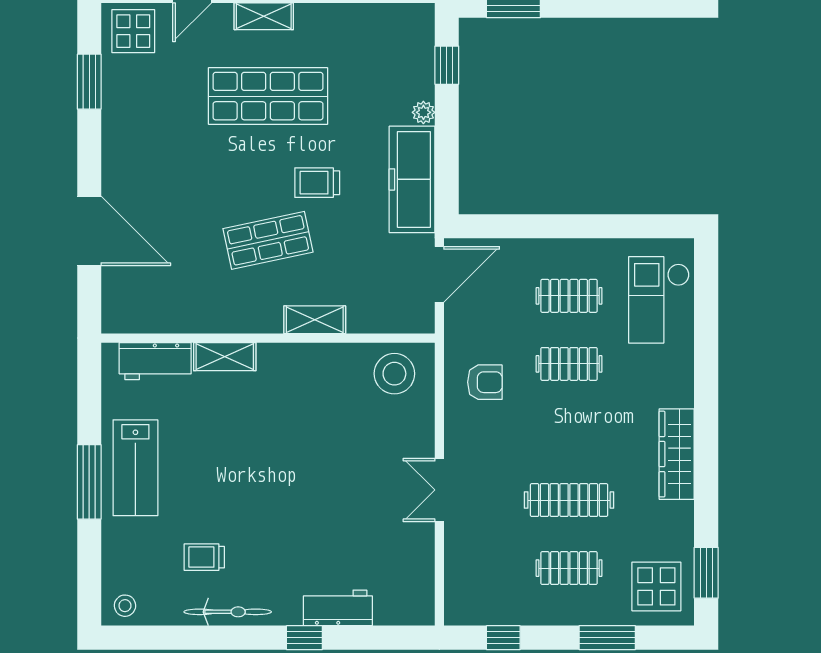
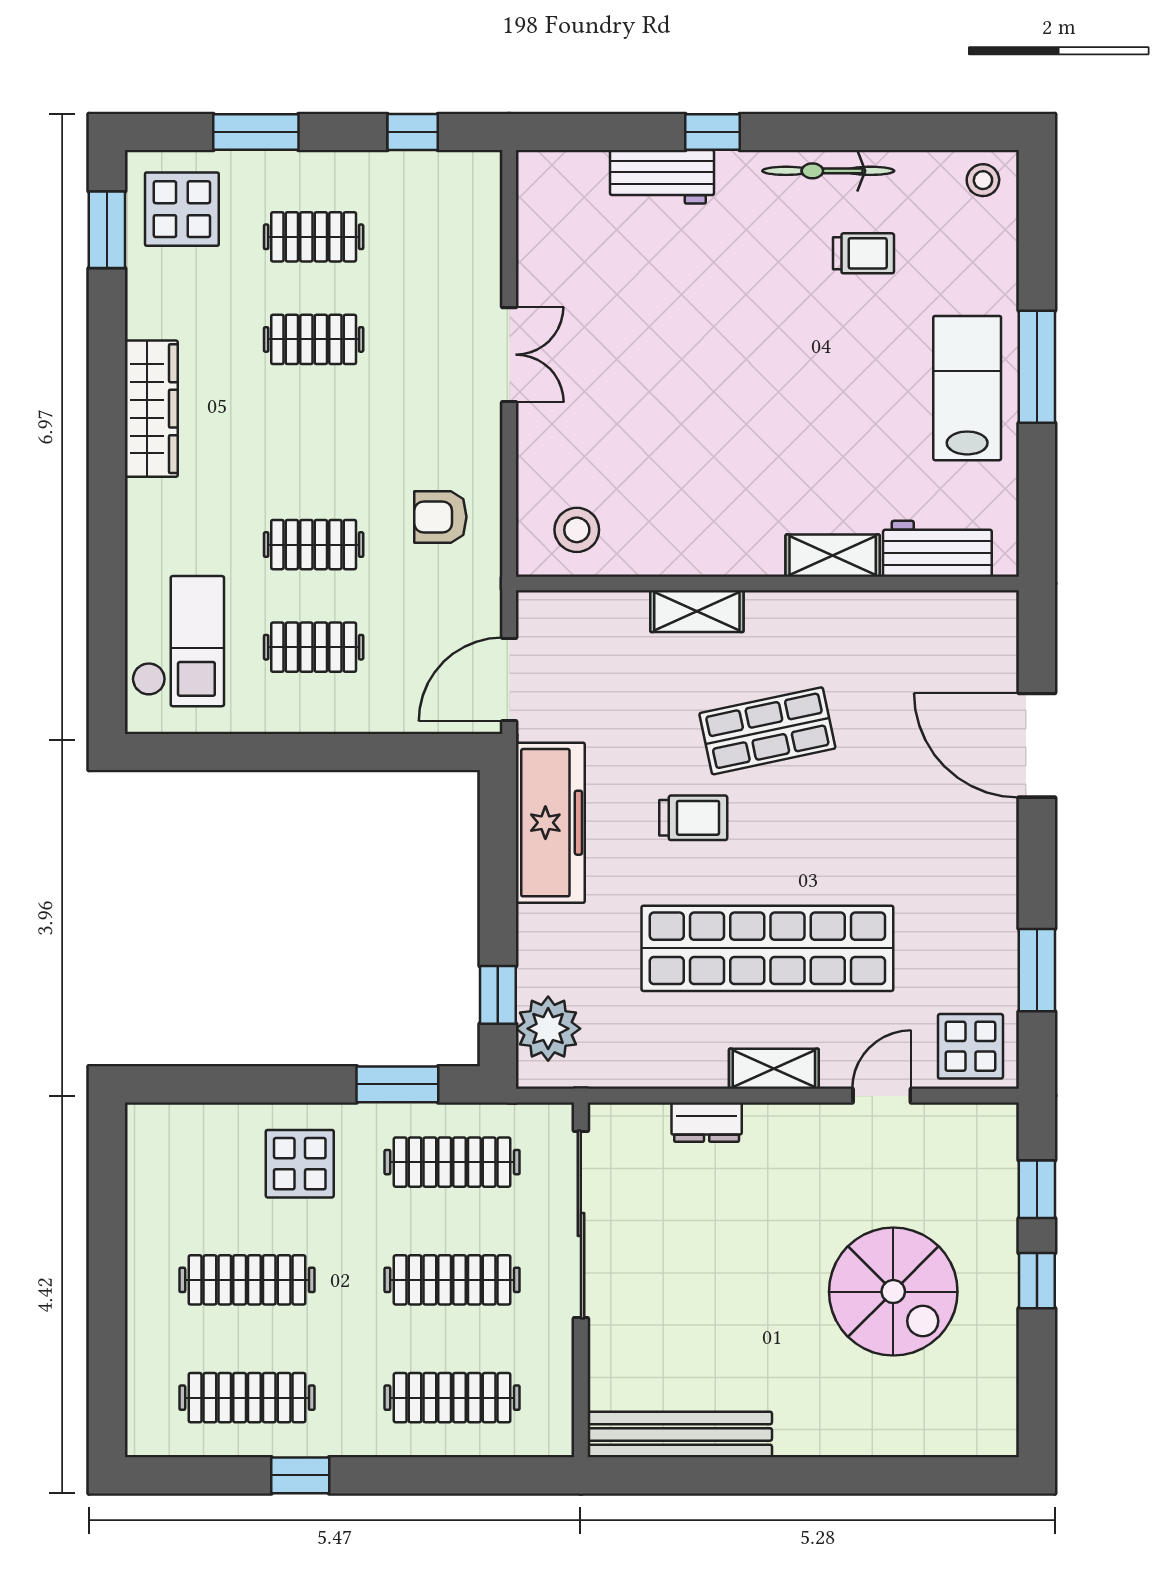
shop shelf: (268, 96) -> (767, 948), width x1.40
plant: (423, 112) -> (548, 1029), moved, width x1.87, depth x1.87
stool: (394, 374) -> (577, 530), width x0.73, depth x0.73
clothes rail: (569, 500) -> (314, 339), width x0.73

